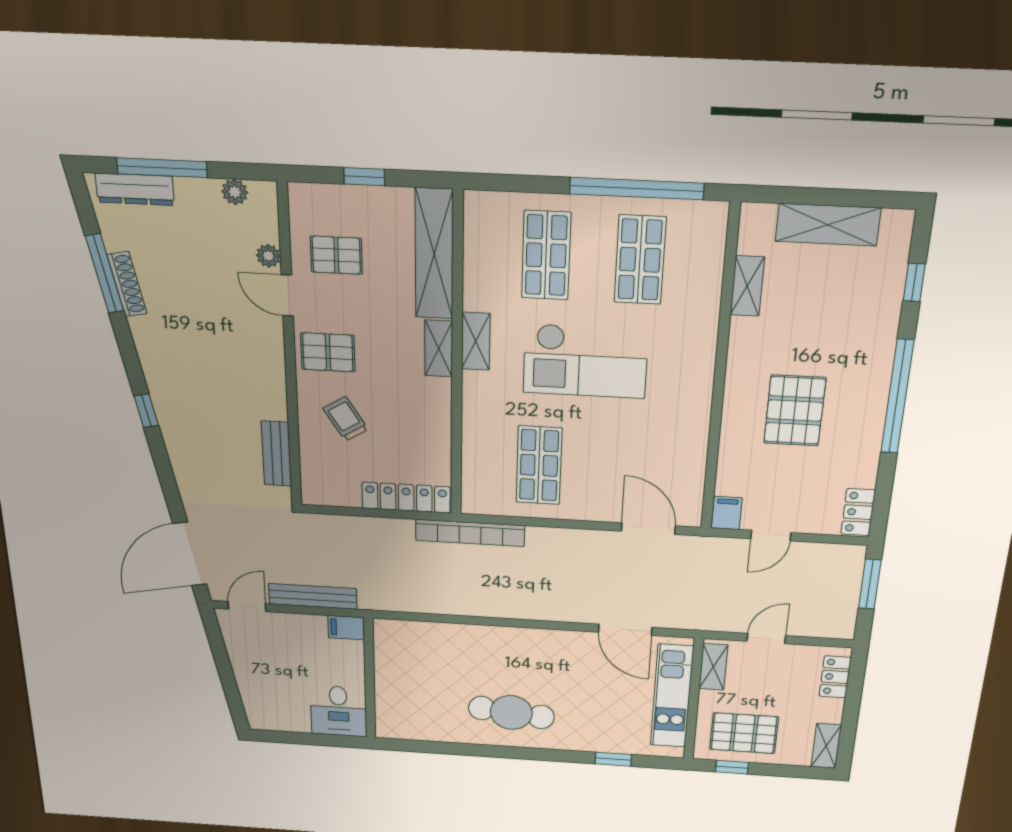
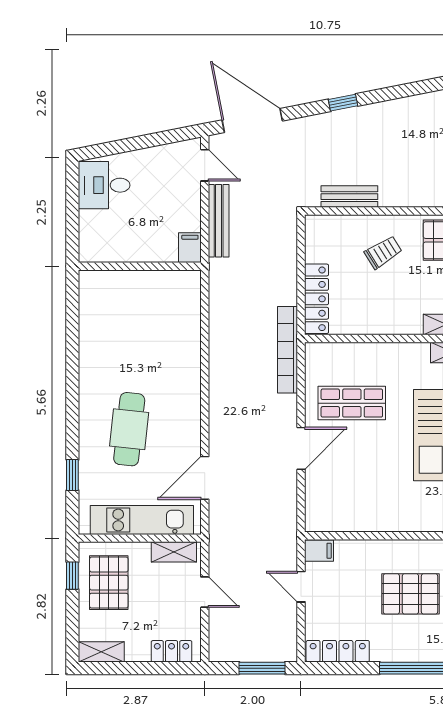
window: (146, 411) -> (343, 103), moved
locker: (858, 512) -> (338, 651), width x1.53
door: (648, 529) -> (301, 448), moved
desk: (339, 711) -> (104, 185), moved
cafe table: (511, 713) -> (129, 429), moved

